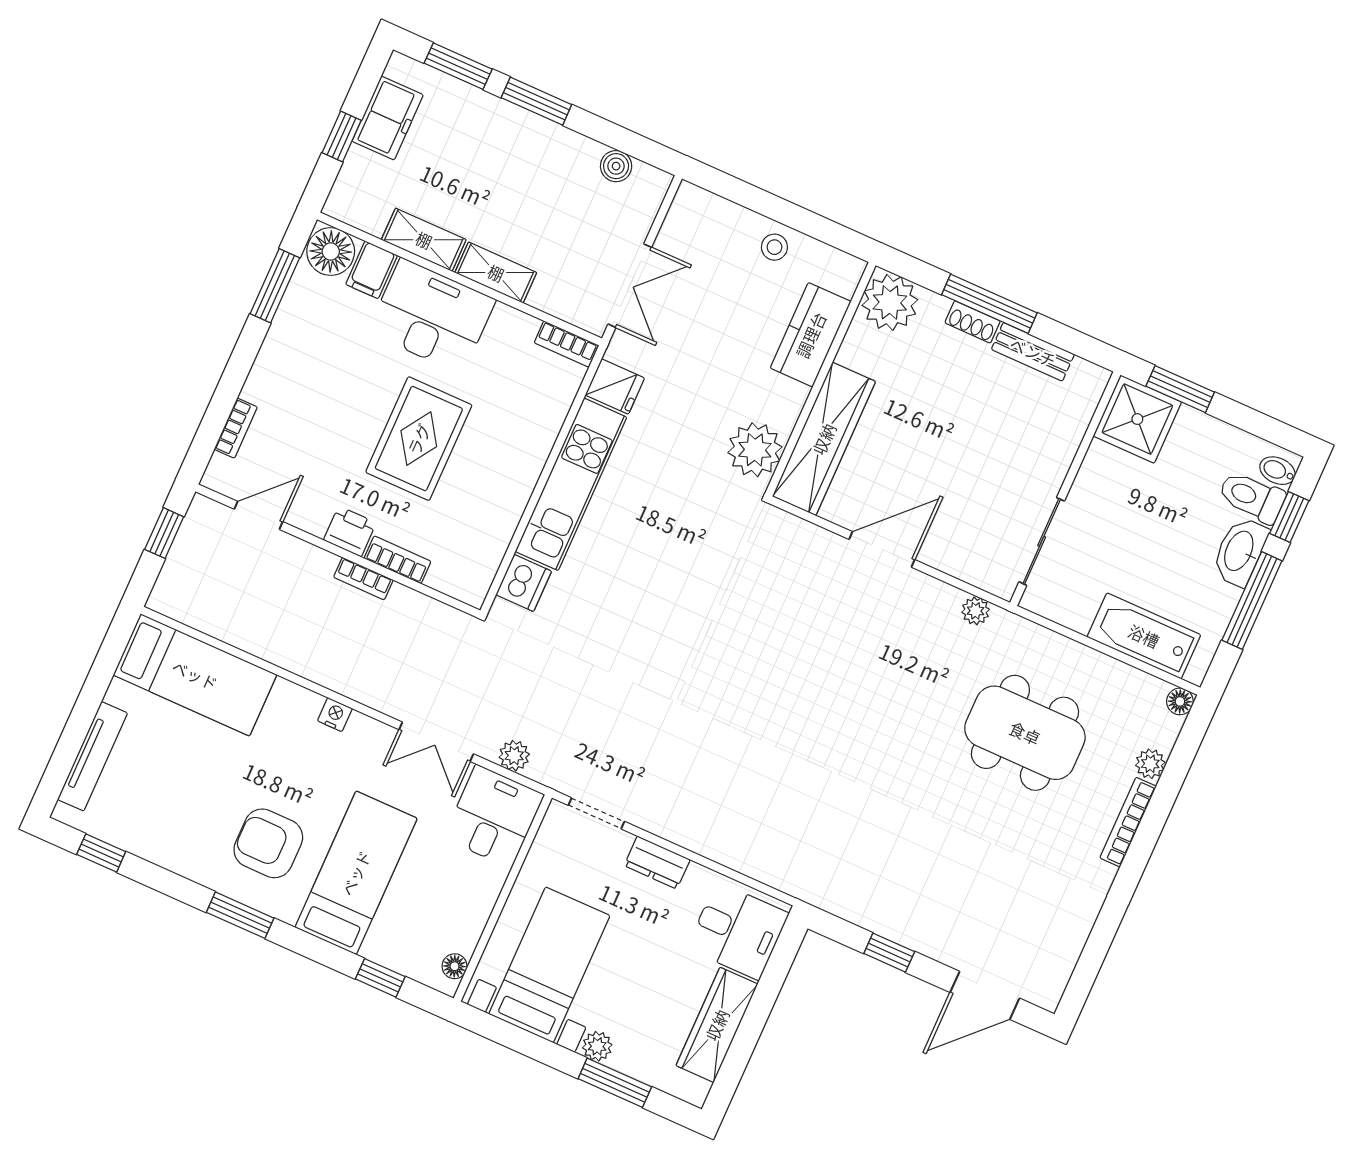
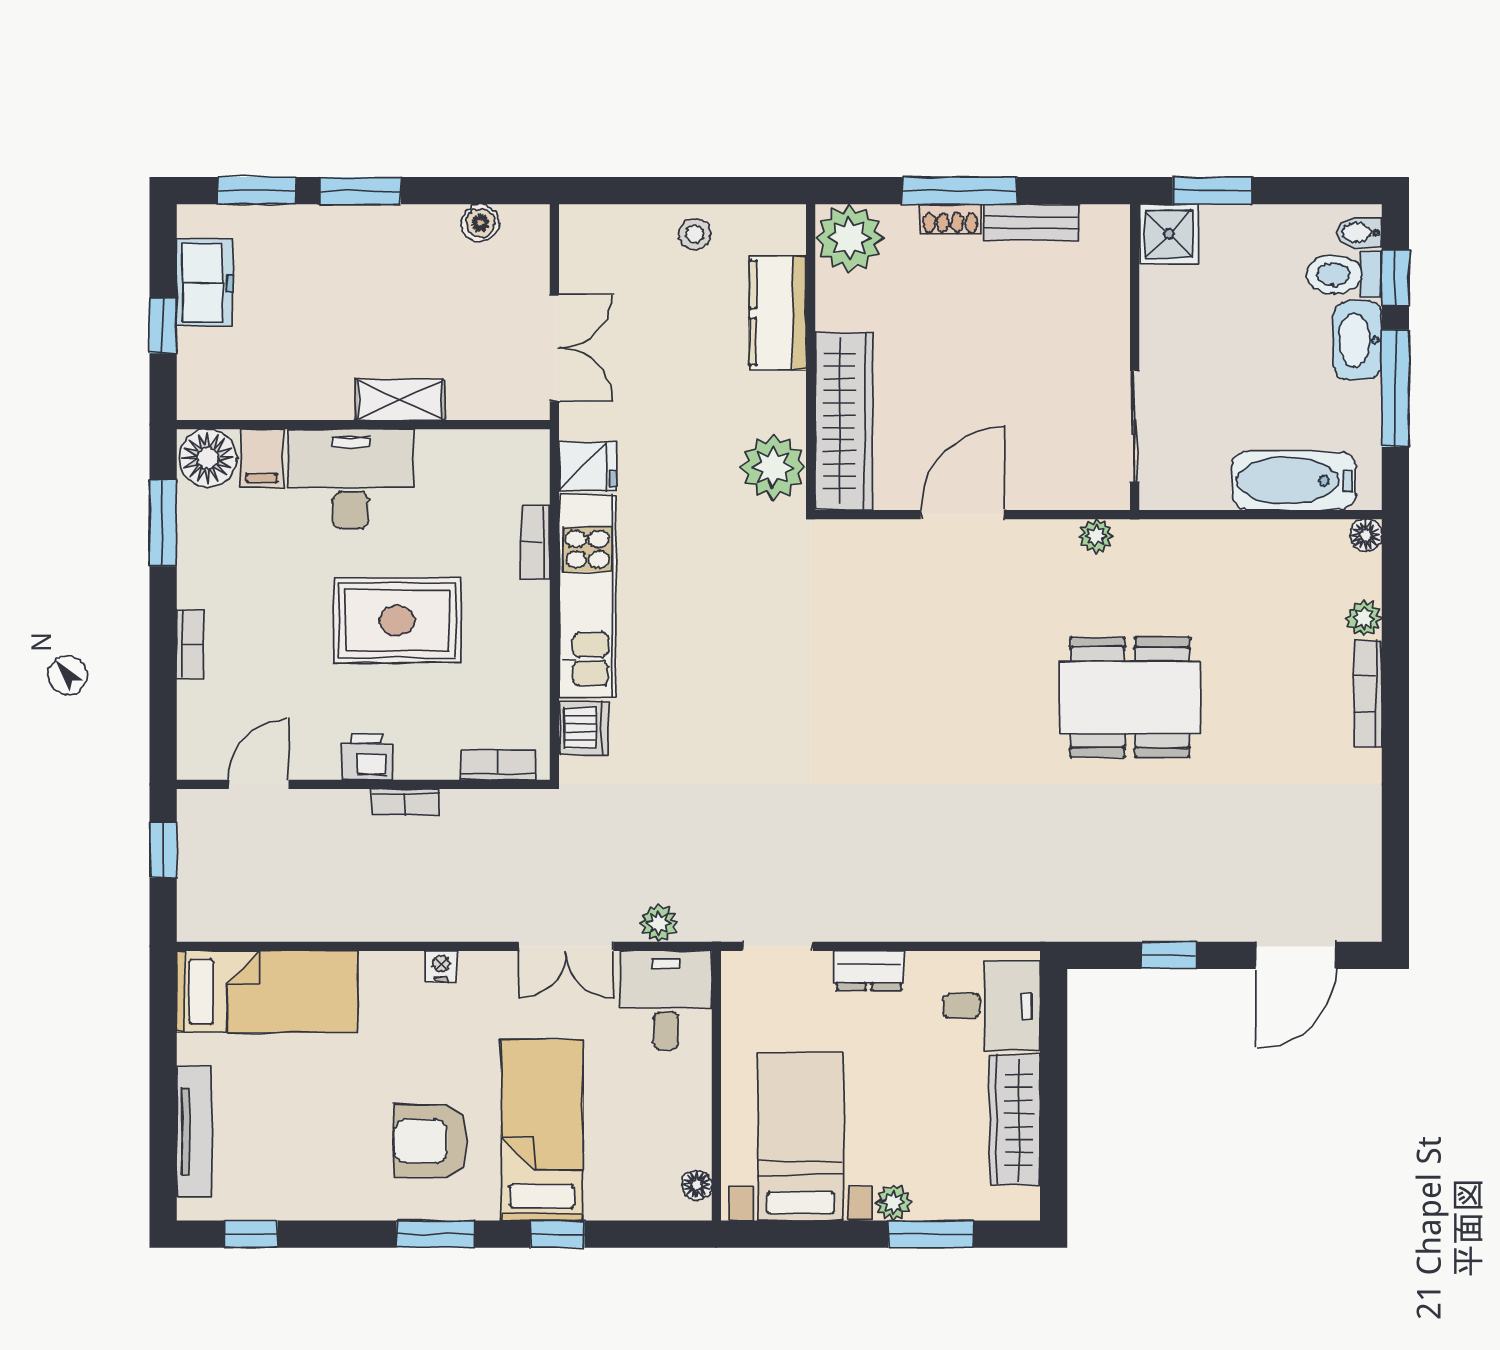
shelving: (424, 240) -> (304, 399), removed
bookcase: (566, 344) -> (535, 542), moved, turned 90
shower: (1137, 419) -> (1169, 234), width x0.73, depth x0.73
bookcase: (236, 428) -> (190, 644), moved
rug: (419, 439) -> (397, 621), turned 90
bookcase: (397, 560) -> (498, 765), moved
dining table: (1025, 733) -> (1130, 697), moved
window: (380, 978) -> (557, 1234), moved

